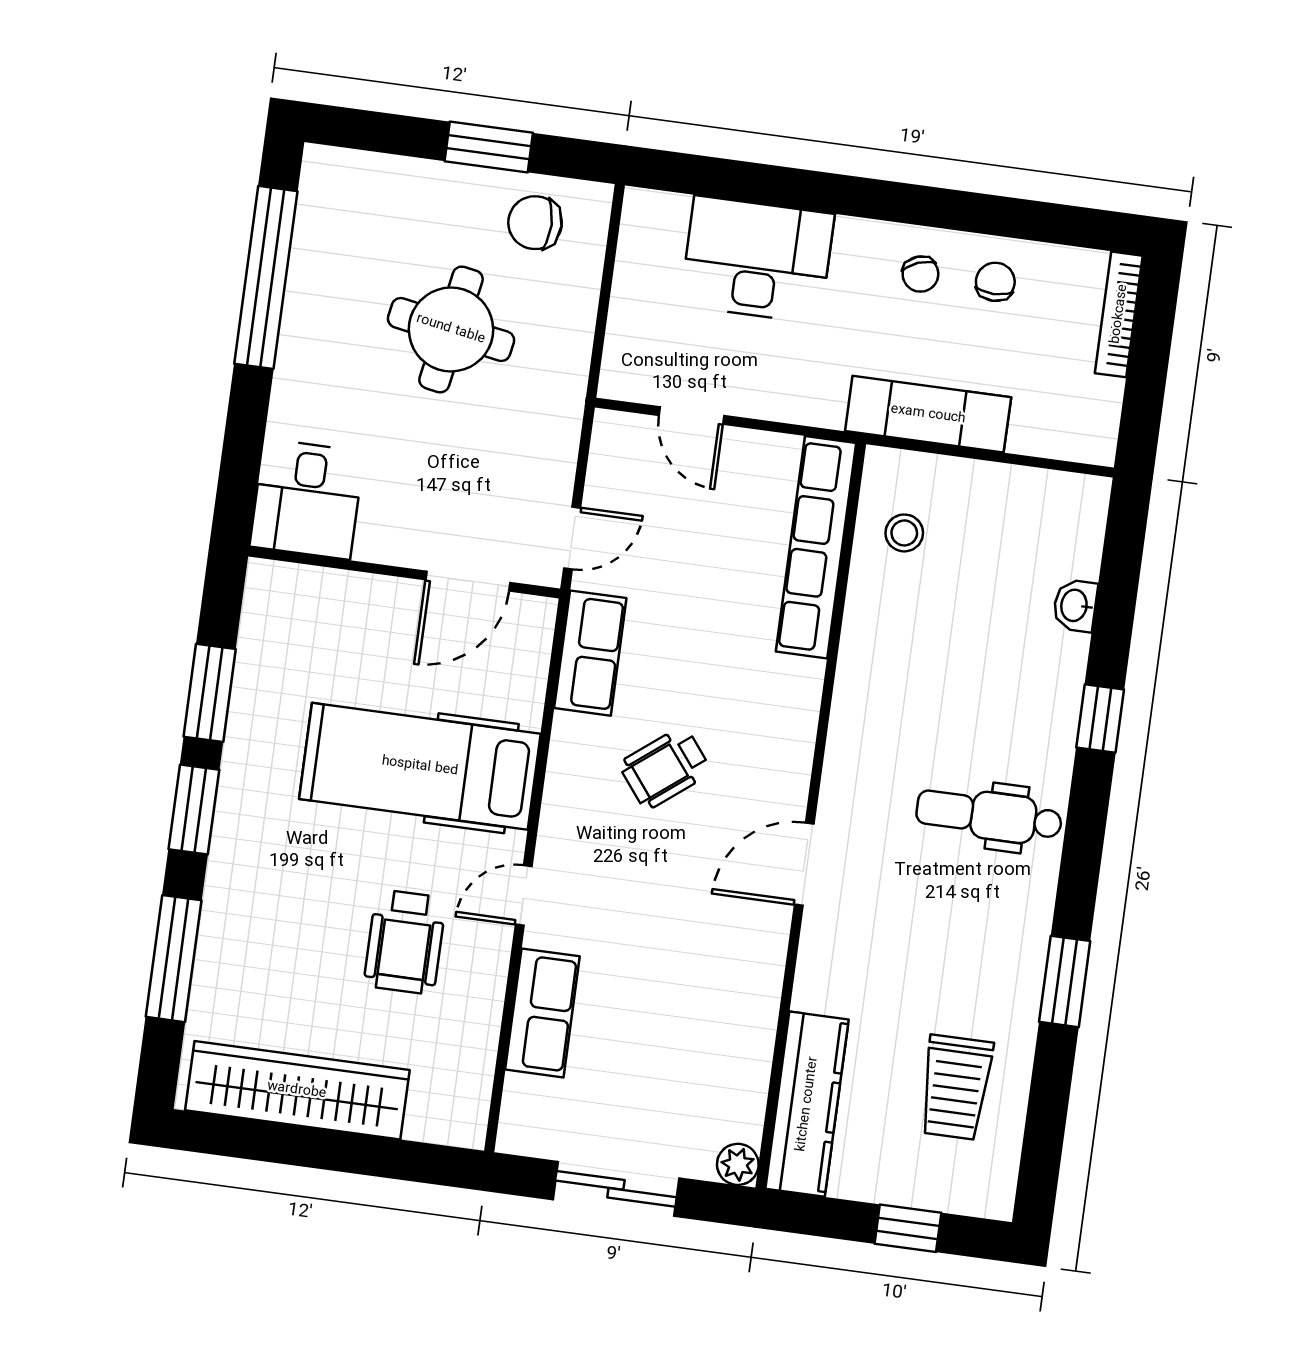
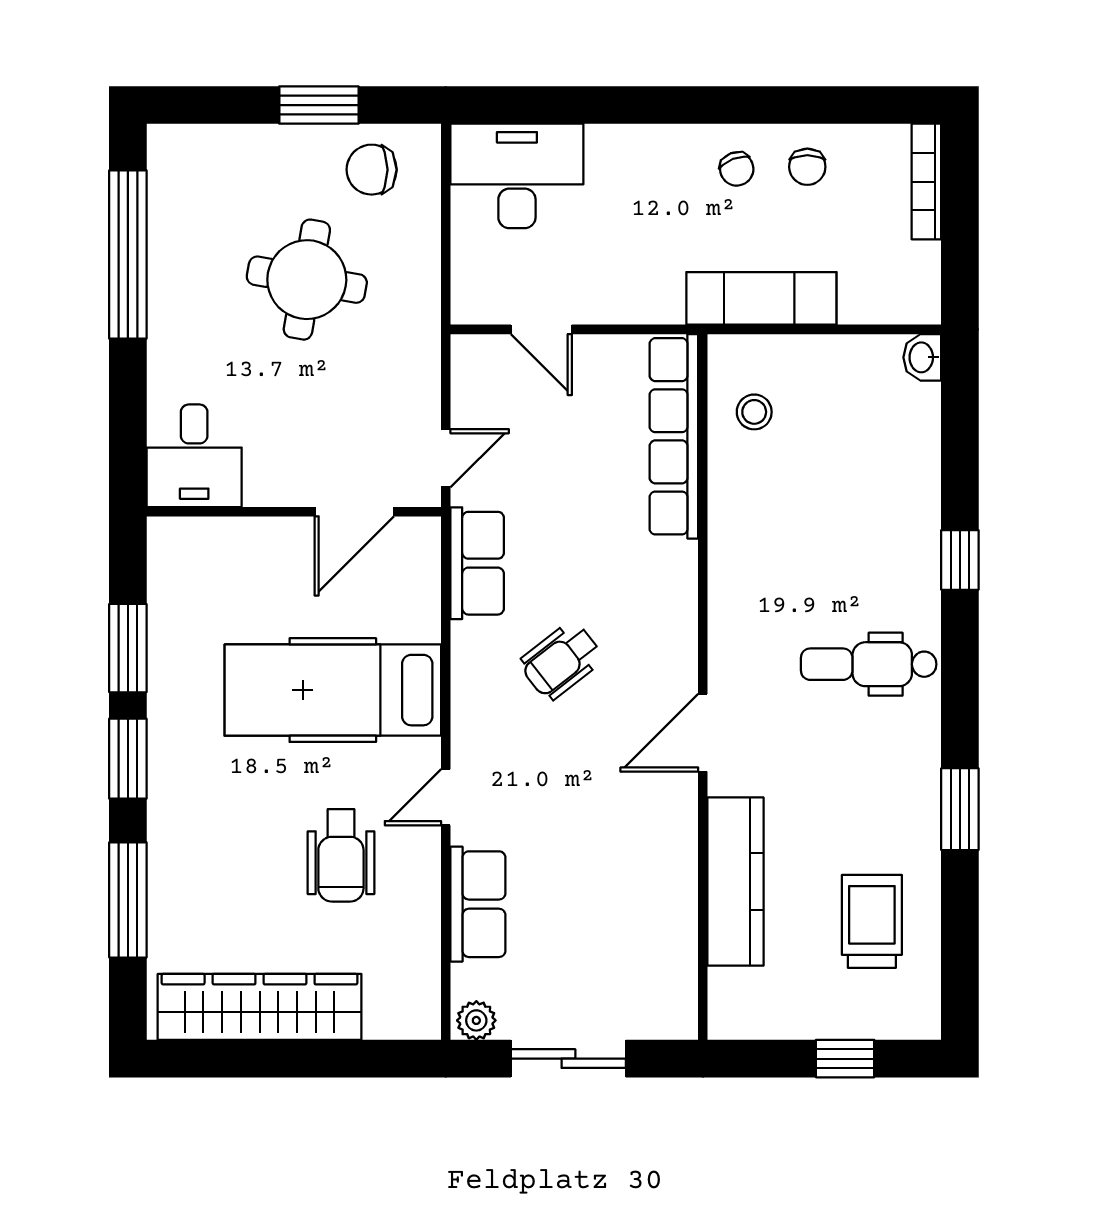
desk: (757, 260) -> (517, 176), moved
chair: (995, 282) -> (807, 167), turned 180
washbasin: (1075, 606) -> (922, 357), moved
trolley: (956, 1087) -> (872, 921), turned 180
kitchen counter: (807, 1104) -> (736, 882), moved
plant: (738, 1164) -> (476, 1020), moved

